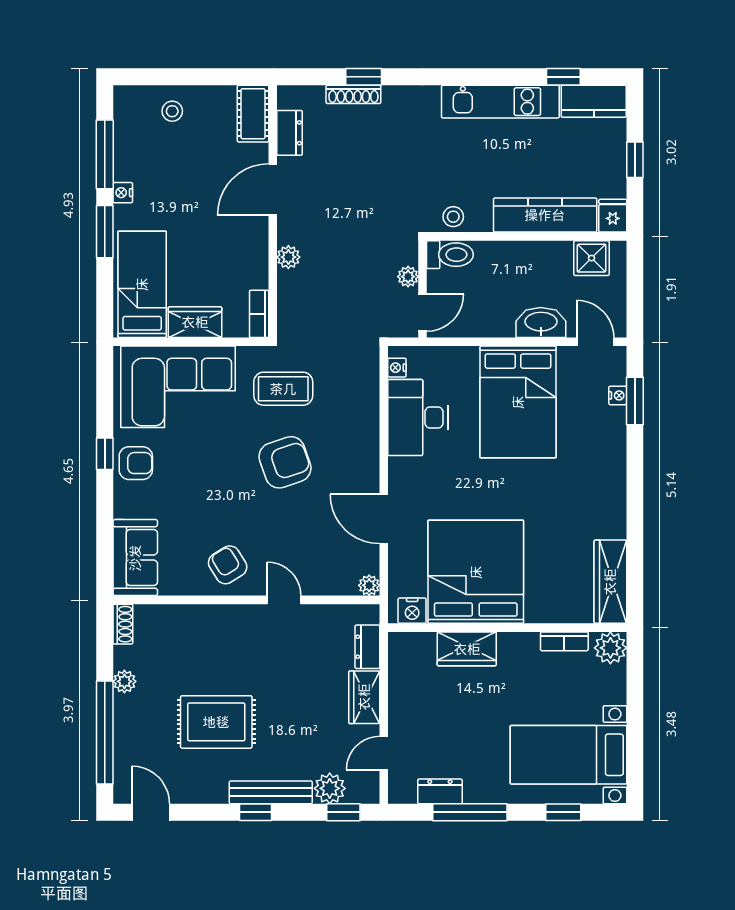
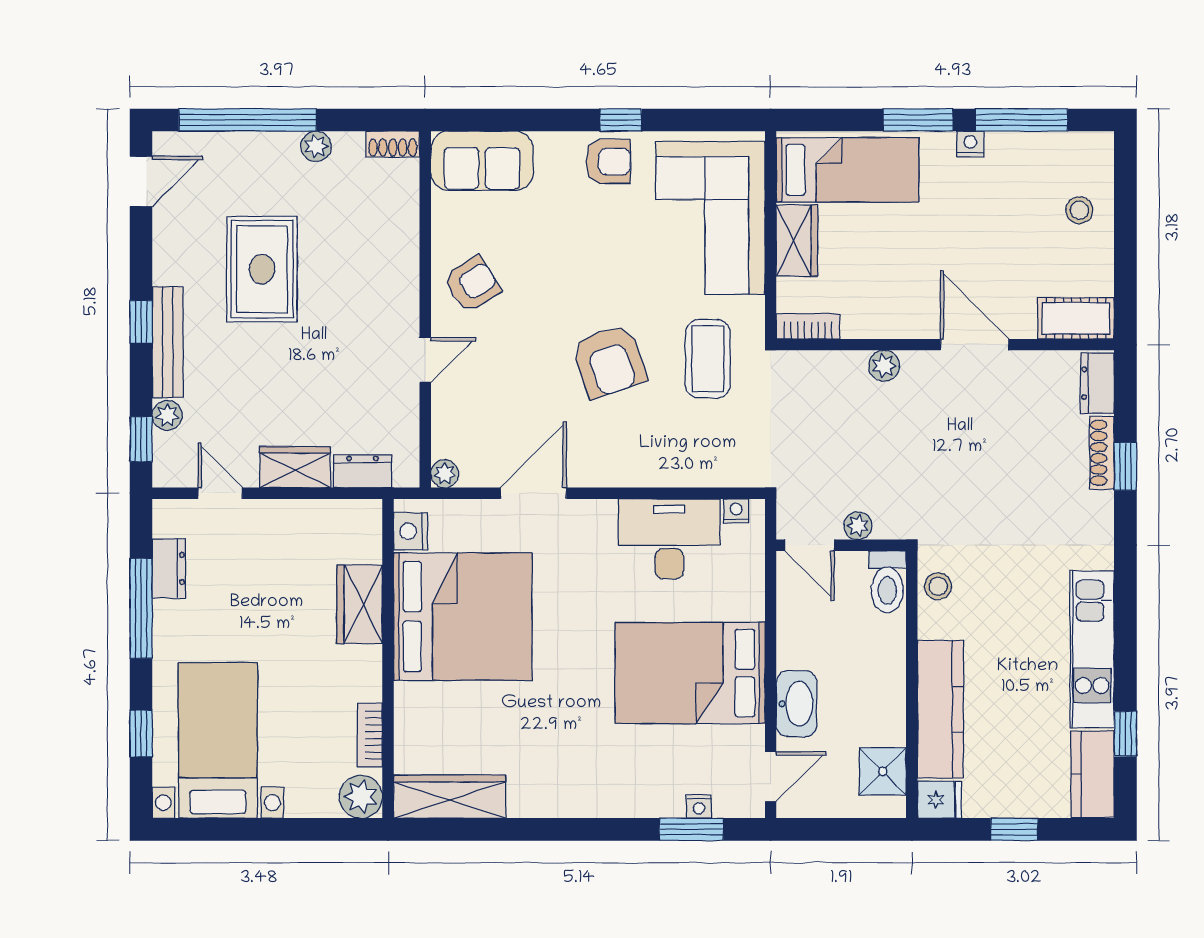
dresser: (290, 133) -> (1097, 383), moved, turned 90
armchair: (136, 463) -> (608, 161), turned -90
plant: (330, 788) -> (167, 415), width x0.73, depth x0.73

